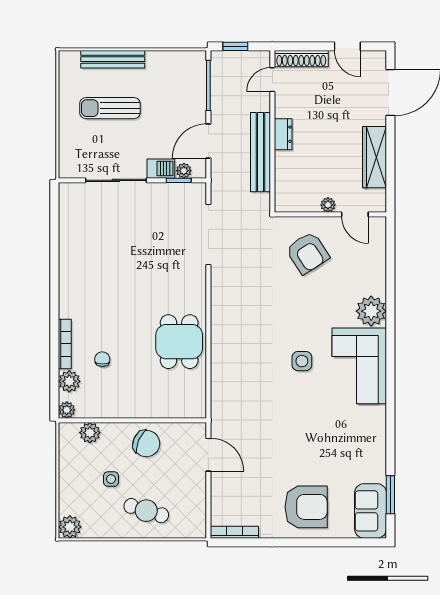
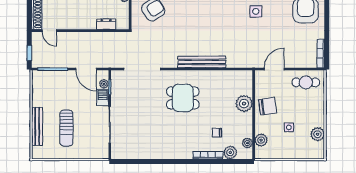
dresser: (283, 134) -> (106, 24), moved
bench: (260, 152) -> (202, 62), moved
dining table: (179, 342) -> (183, 98), moved
side table: (302, 361) -> (256, 11), moved
plant: (151, 404) -> (244, 104), added
plant: (67, 410) -> (247, 143), moved
chair: (146, 444) -> (268, 106), turned 59
cafe table: (146, 511) -> (306, 82), moved, turned 73
plant: (70, 527) -> (318, 134), moved

